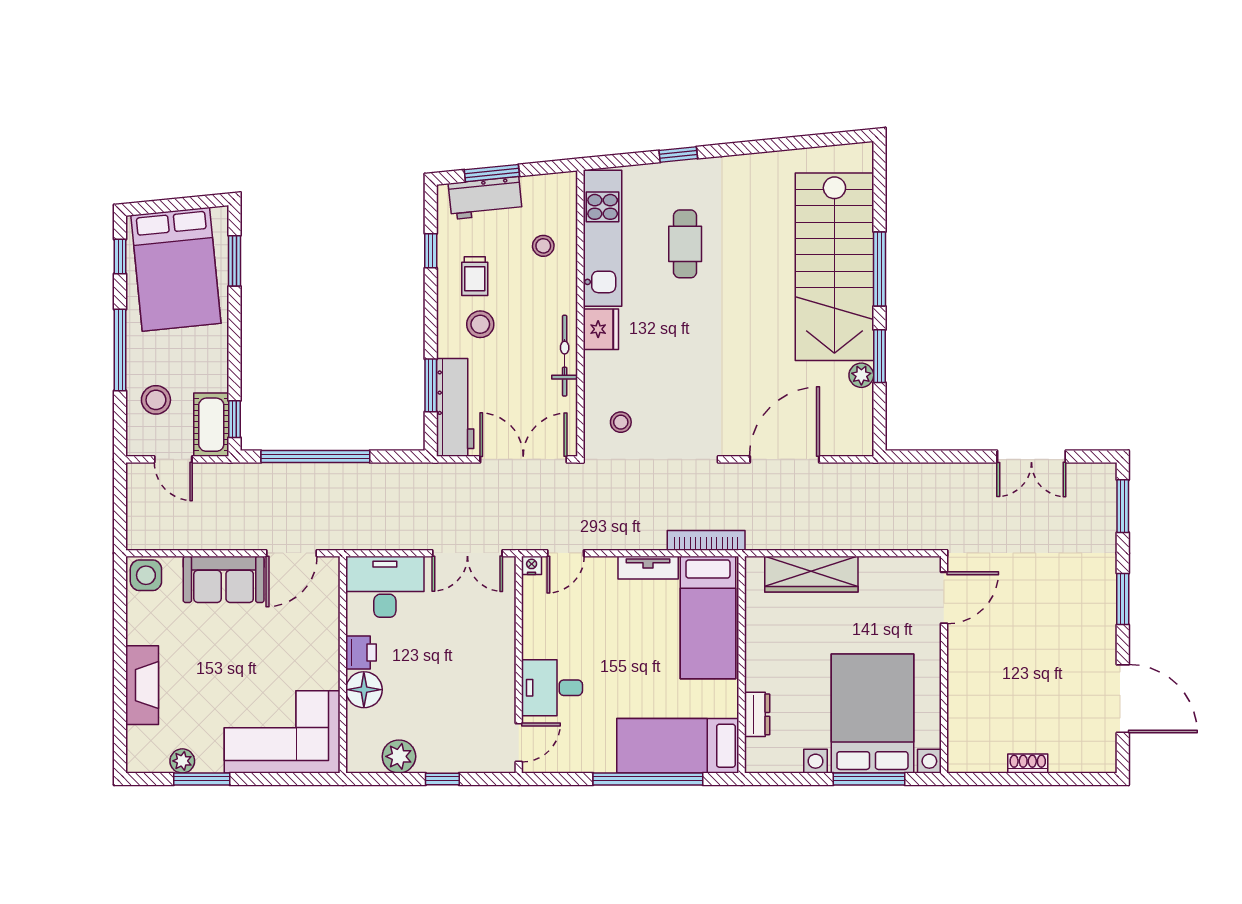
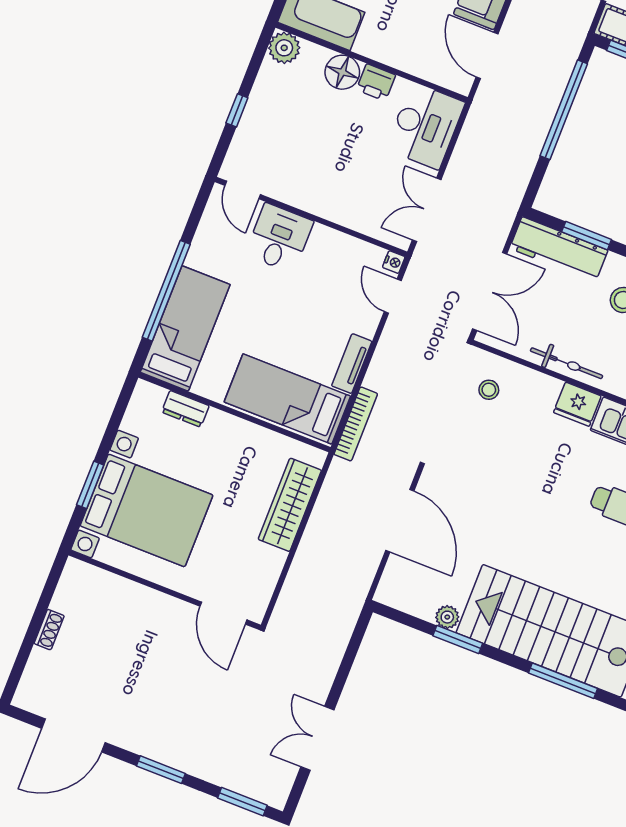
window: (879, 269) -> (563, 681), moved
plant: (399, 756) -> (284, 48), moved
window: (869, 779) -> (90, 485), width x0.69

